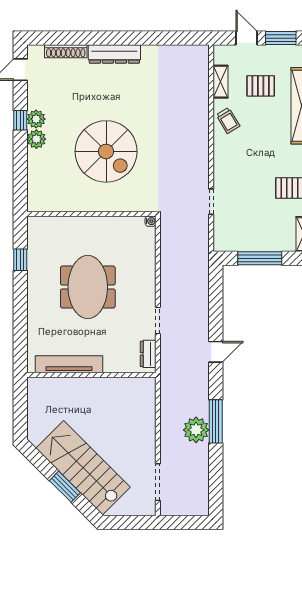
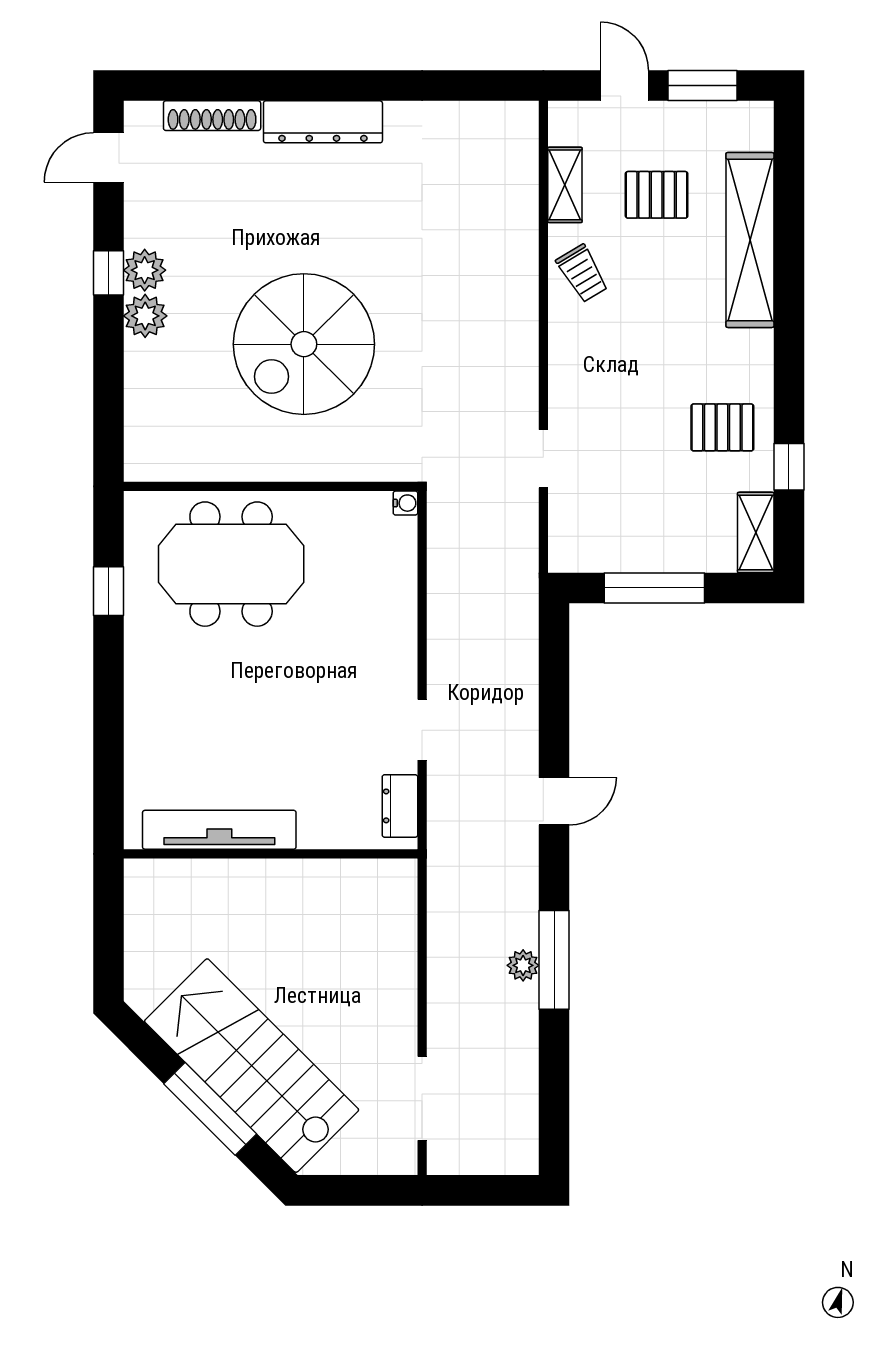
spiral stairs: (106, 151) -> (304, 344), turned 90
meeting table: (88, 287) -> (231, 564), moved, turned 90
plant: (196, 430) -> (523, 965), width x0.53, depth x0.53
window: (65, 487) -> (210, 1109), width x1.44

